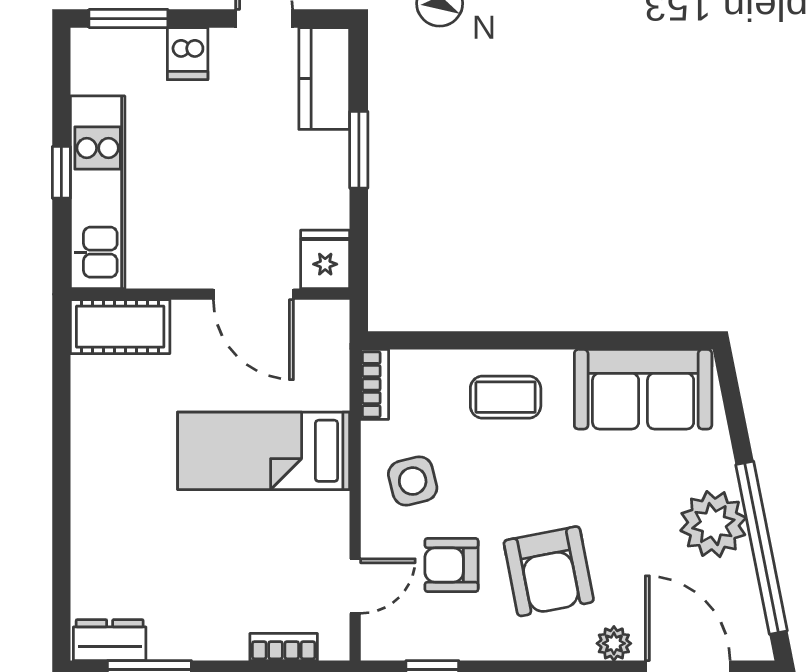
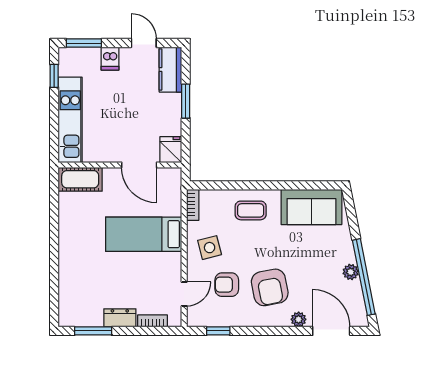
window: (61, 172) -> (54, 76), moved
plant: (713, 524) -> (351, 272), width x0.53, depth x0.53
dresser: (110, 640) -> (120, 318), moved

